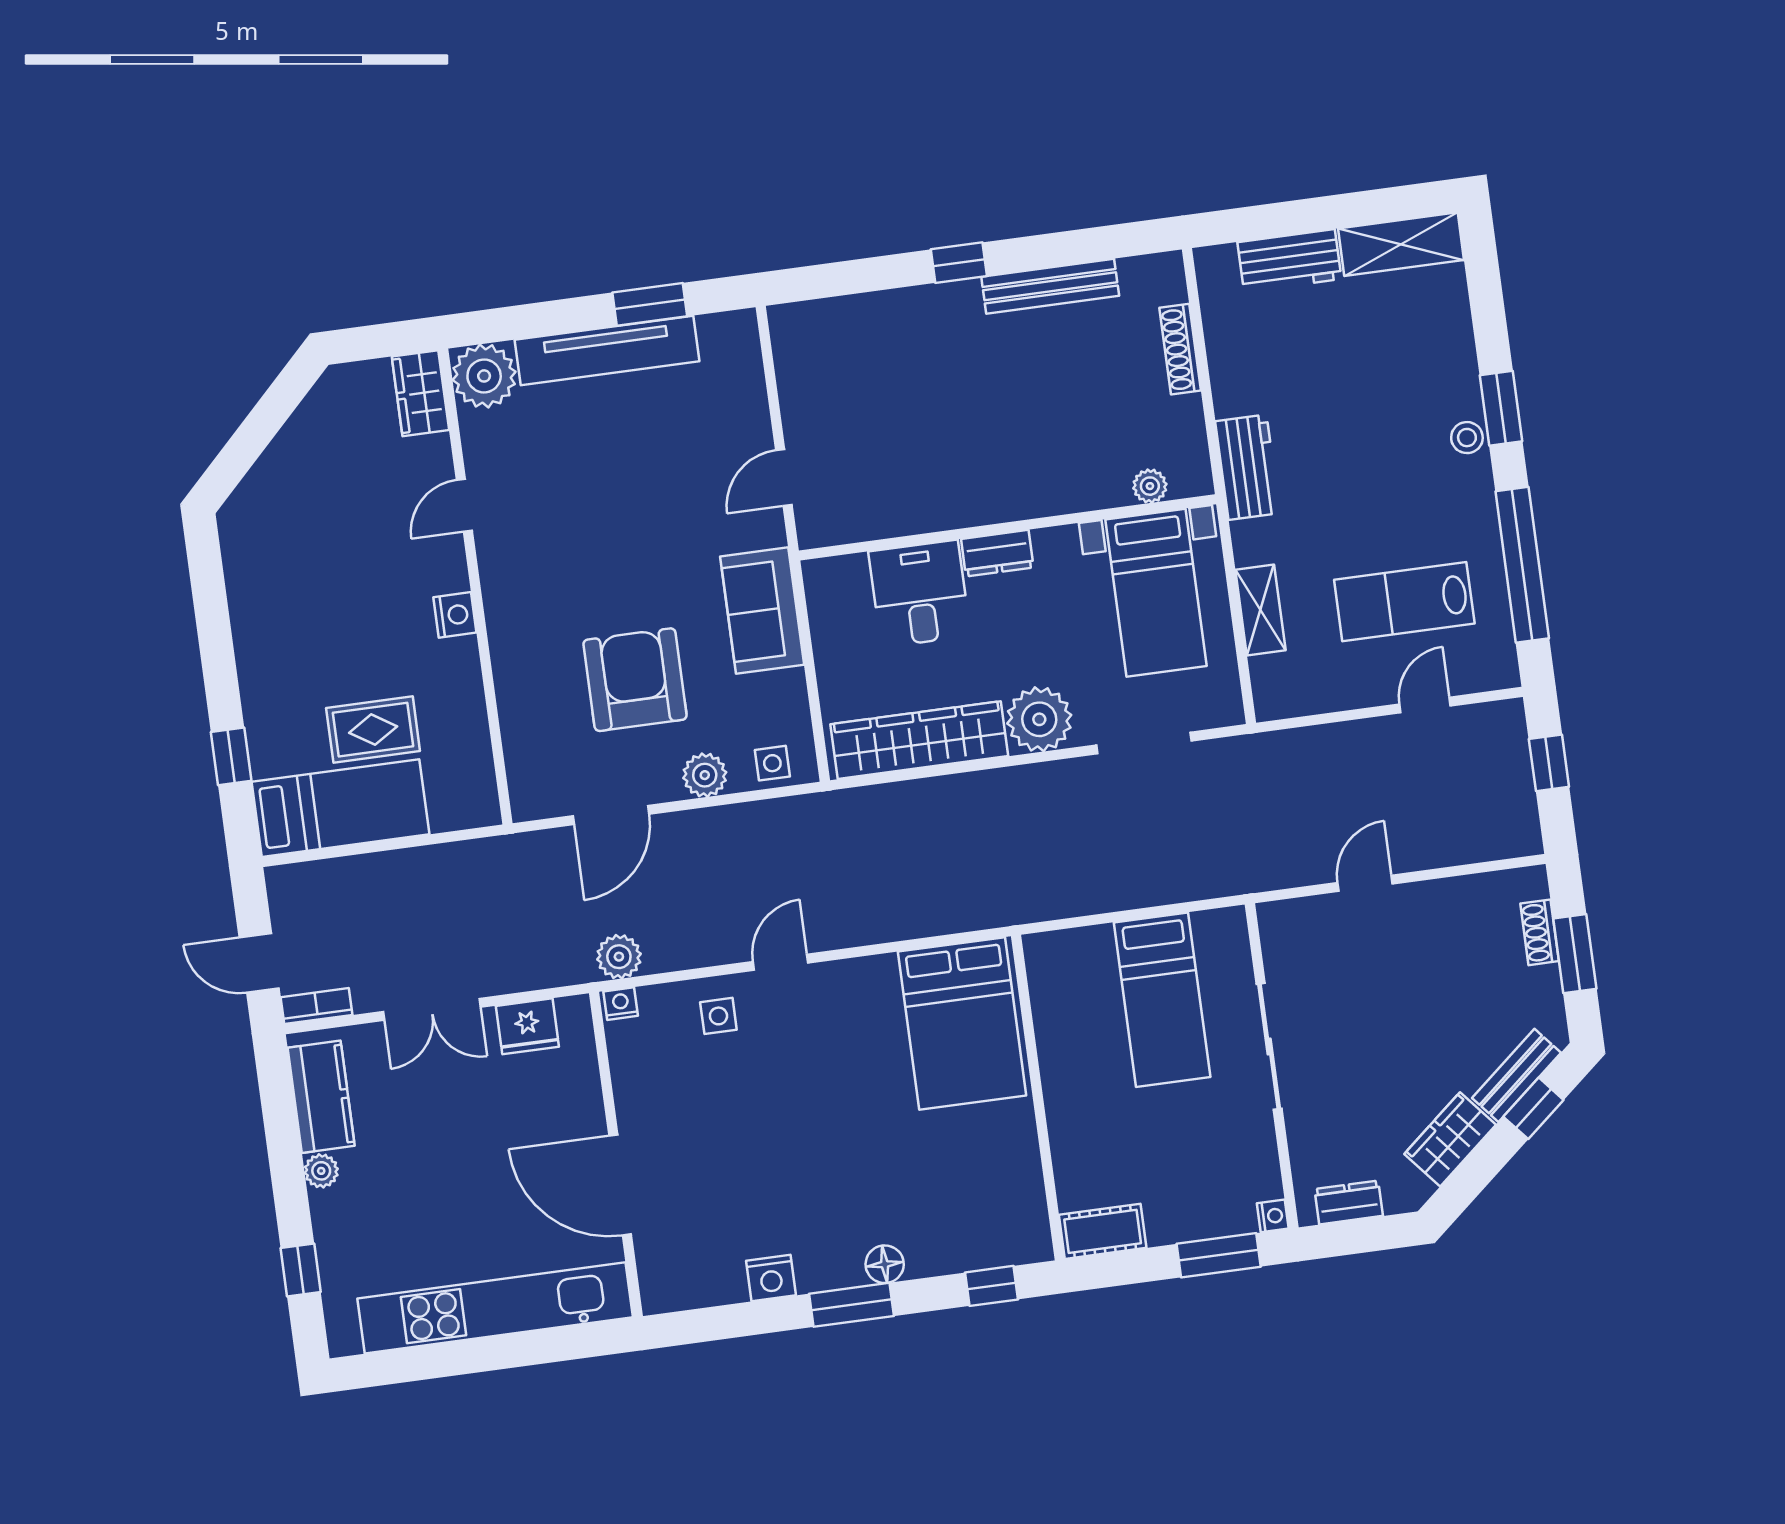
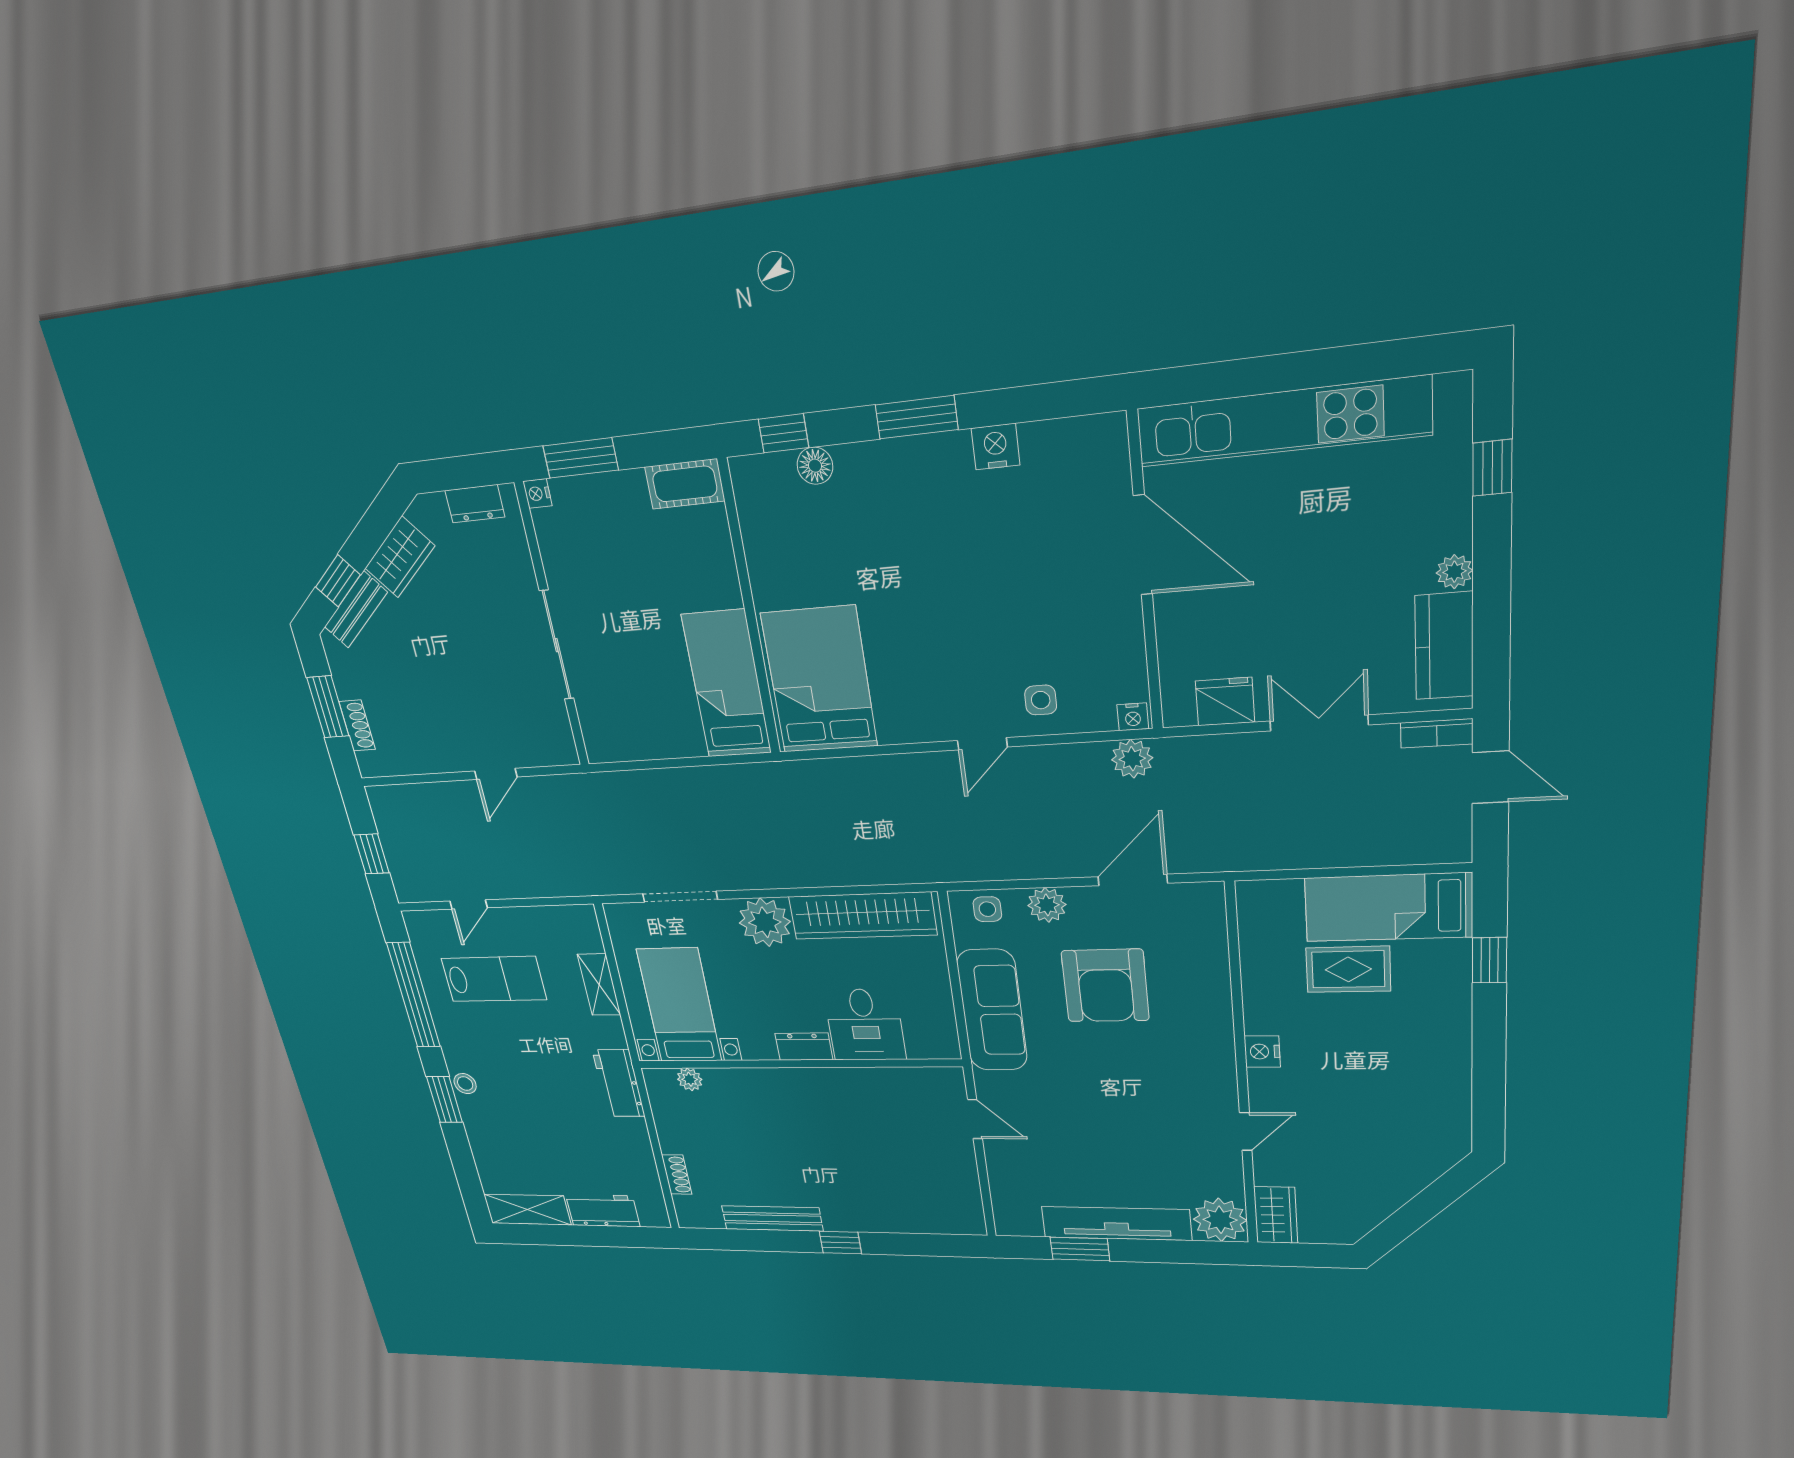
shoe rack: (1180, 349) -> (677, 1175), width x0.70
door: (784, 478) -> (975, 1119), hinge flipped
sofa: (762, 611) -> (992, 1010), width x1.36
bed: (1162, 1000) -> (727, 684), moved
floor lamp: (885, 1264) -> (815, 466), moved

